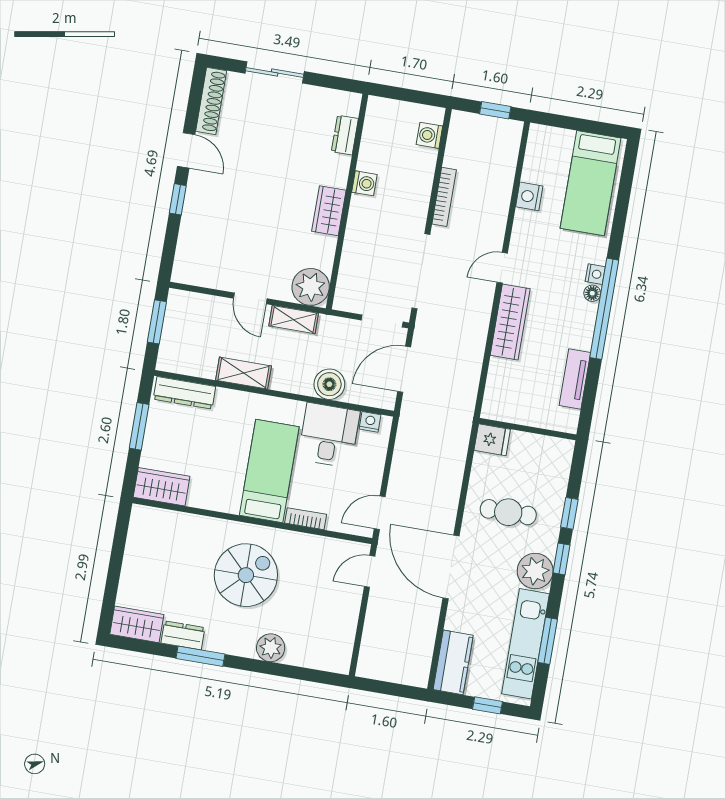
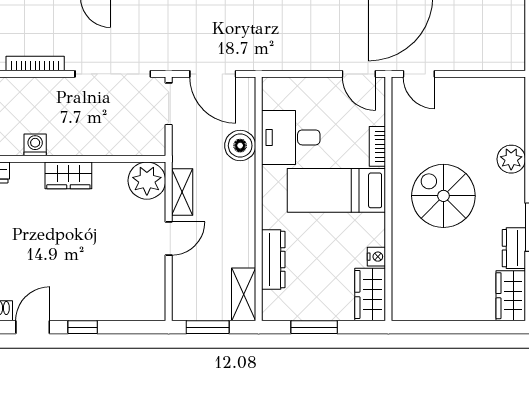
shelving: (243, 373) -> (244, 294), moved
dresser: (184, 393) -> (273, 260), moved
nightstand: (370, 422) -> (376, 257), moved, turned 180

